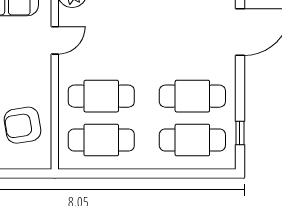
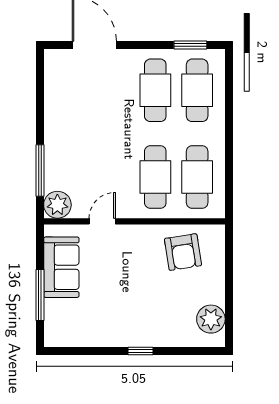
door: (55, 40) -> (102, 221), hinge flipped
window: (240, 133) -> (190, 45), width x1.50

